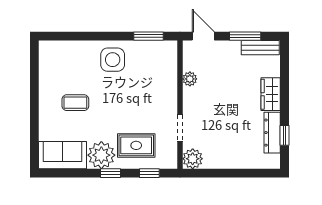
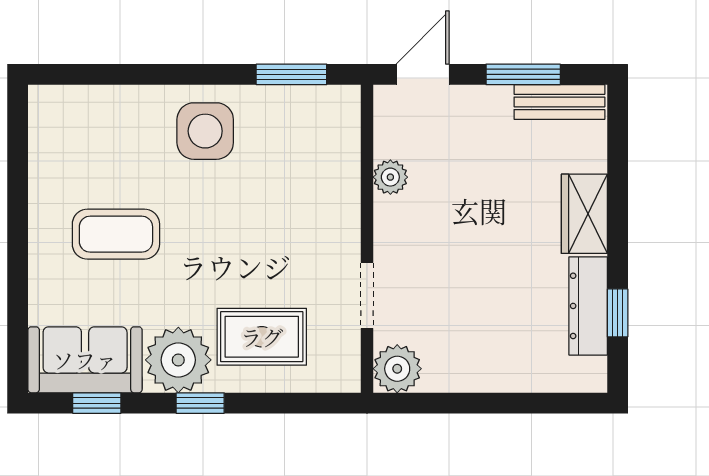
door: (203, 36) -> (423, 74), hinge flipped
coffee table: (75, 103) -> (116, 234), width x1.36, depth x1.30
window: (149, 173) -> (97, 403), moved

